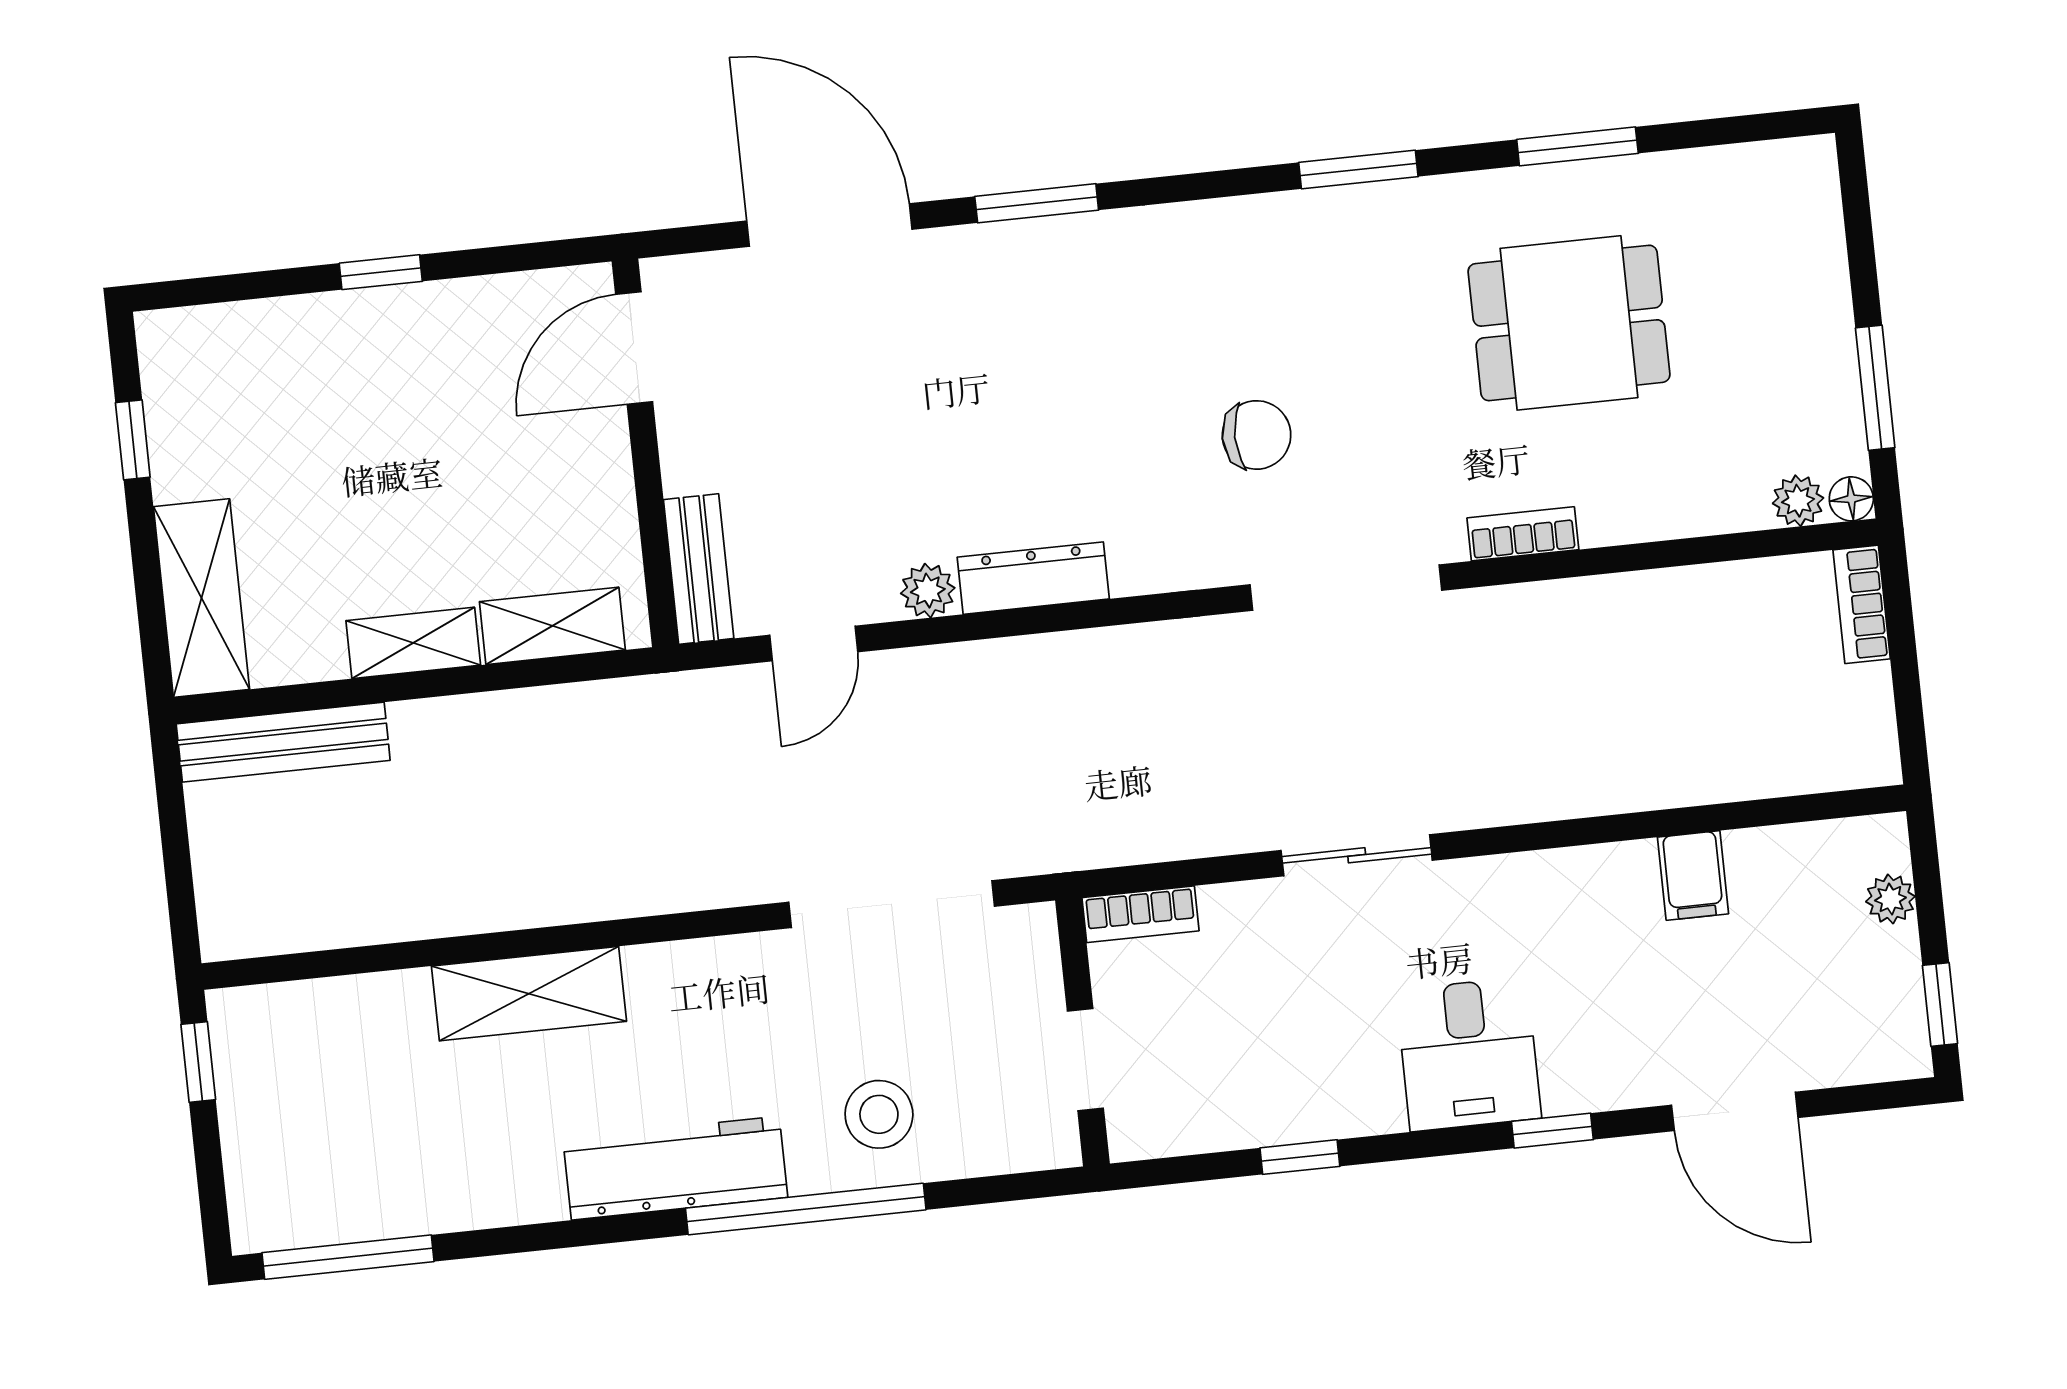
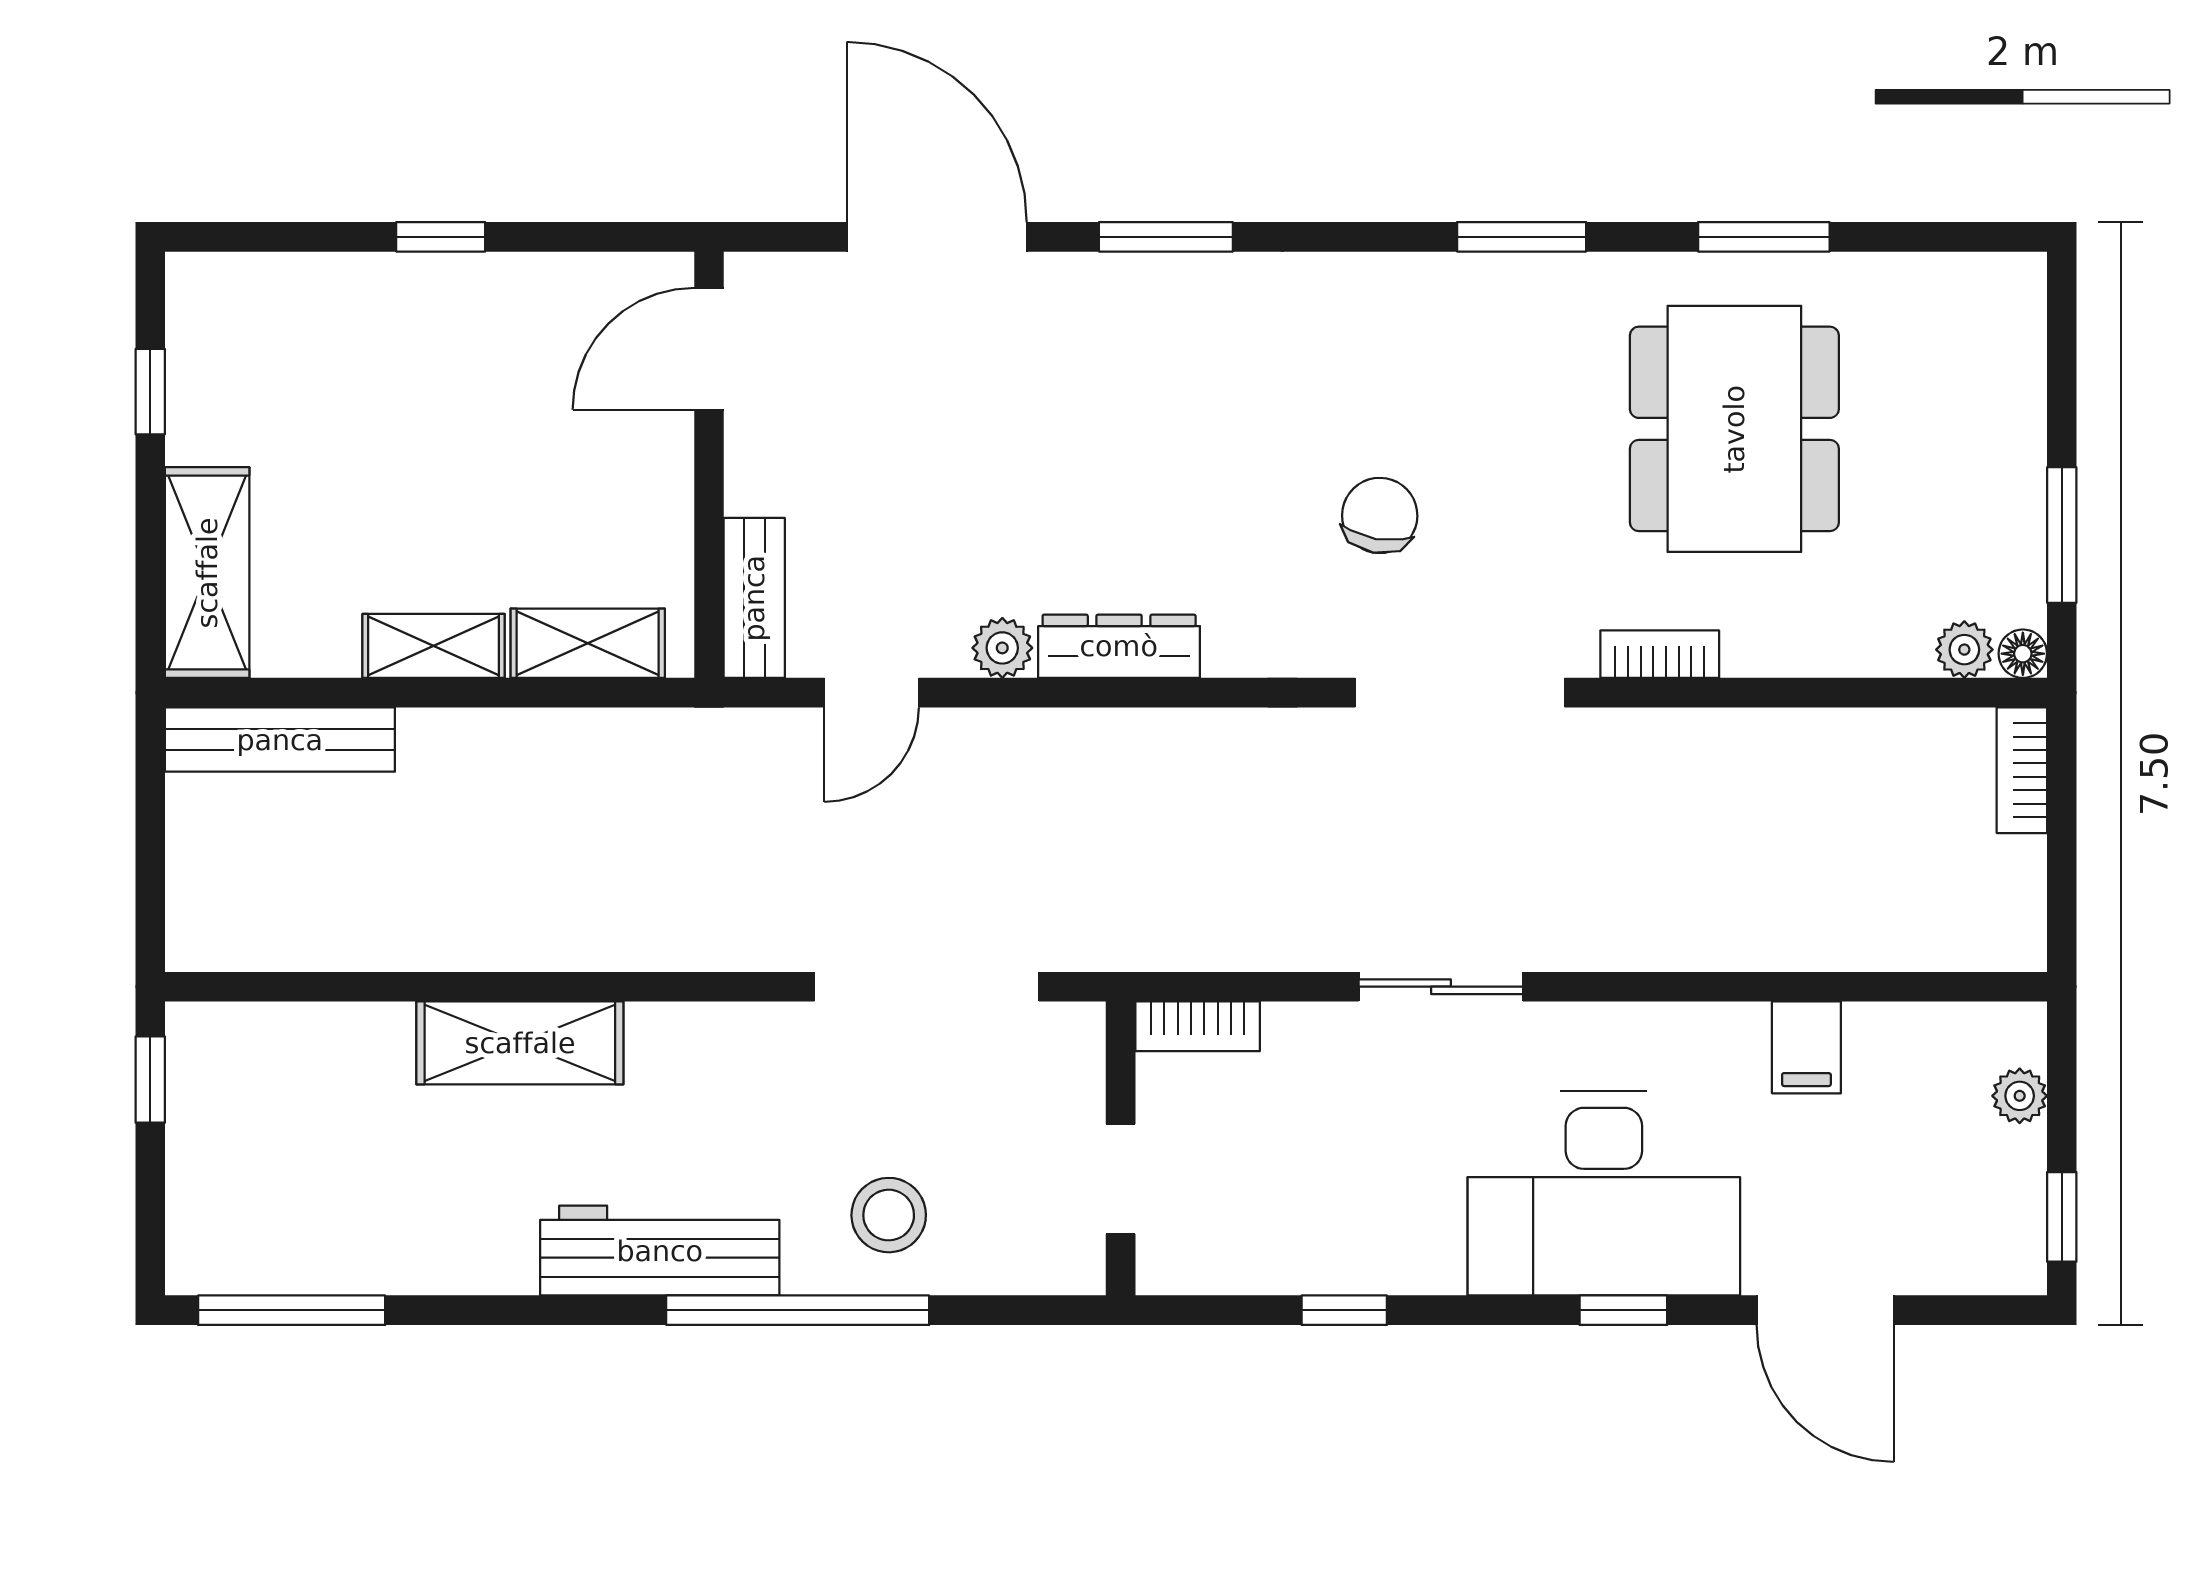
dining table: (1569, 323) -> (1734, 429), width x1.38
chair: (1257, 435) -> (1380, 515), turned -80
desk: (1469, 1054) -> (1604, 1193), width x1.87, depth x1.30

